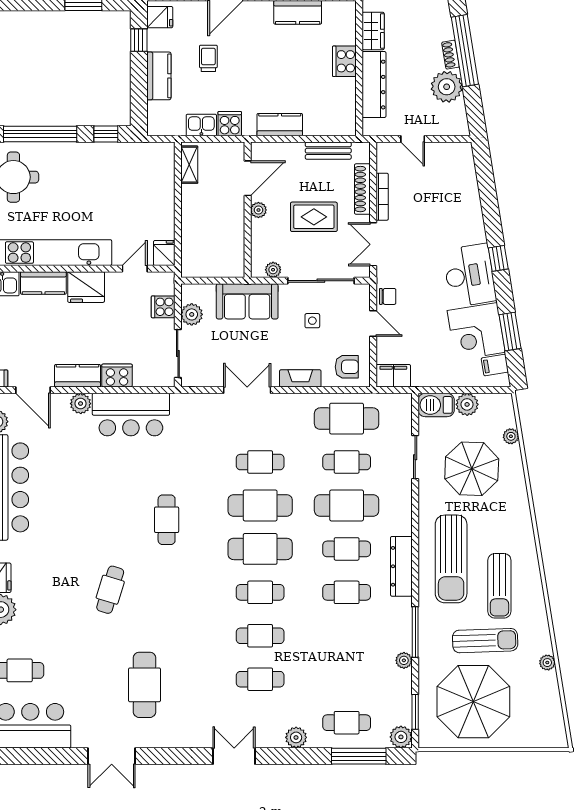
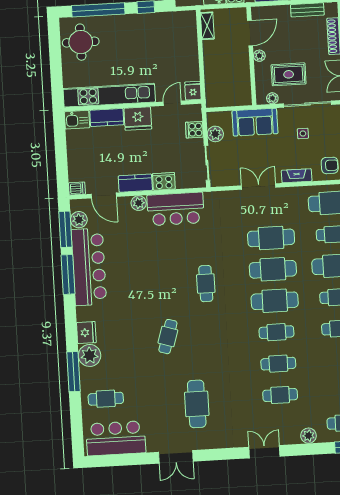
rug: (314, 217) -> (289, 74), moved
cafe table: (260, 462) -> (271, 238), width x1.37, depth x1.35

